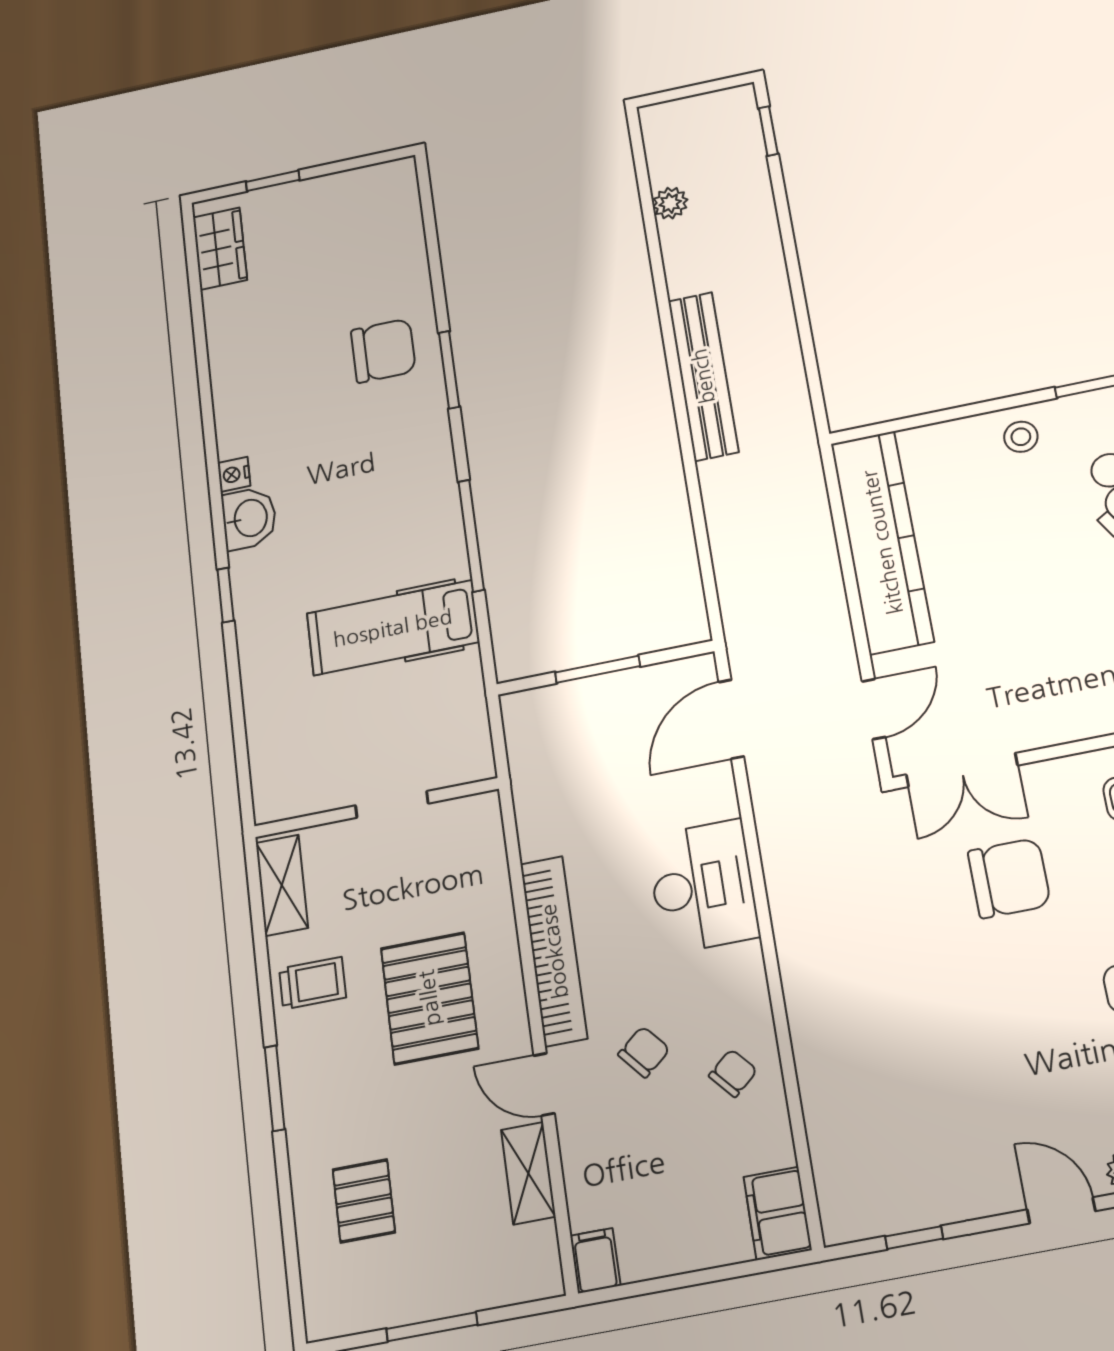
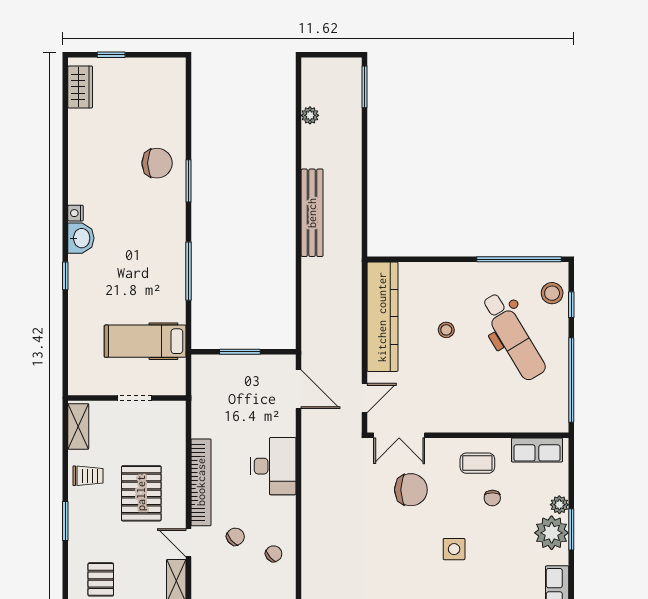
window: (768, 131) -> (364, 87), width x1.50
stool: (1021, 437) -> (446, 330), moved
hospital bed: (393, 628) -> (145, 341), moved
door: (731, 719) -> (299, 389), swing flipped

